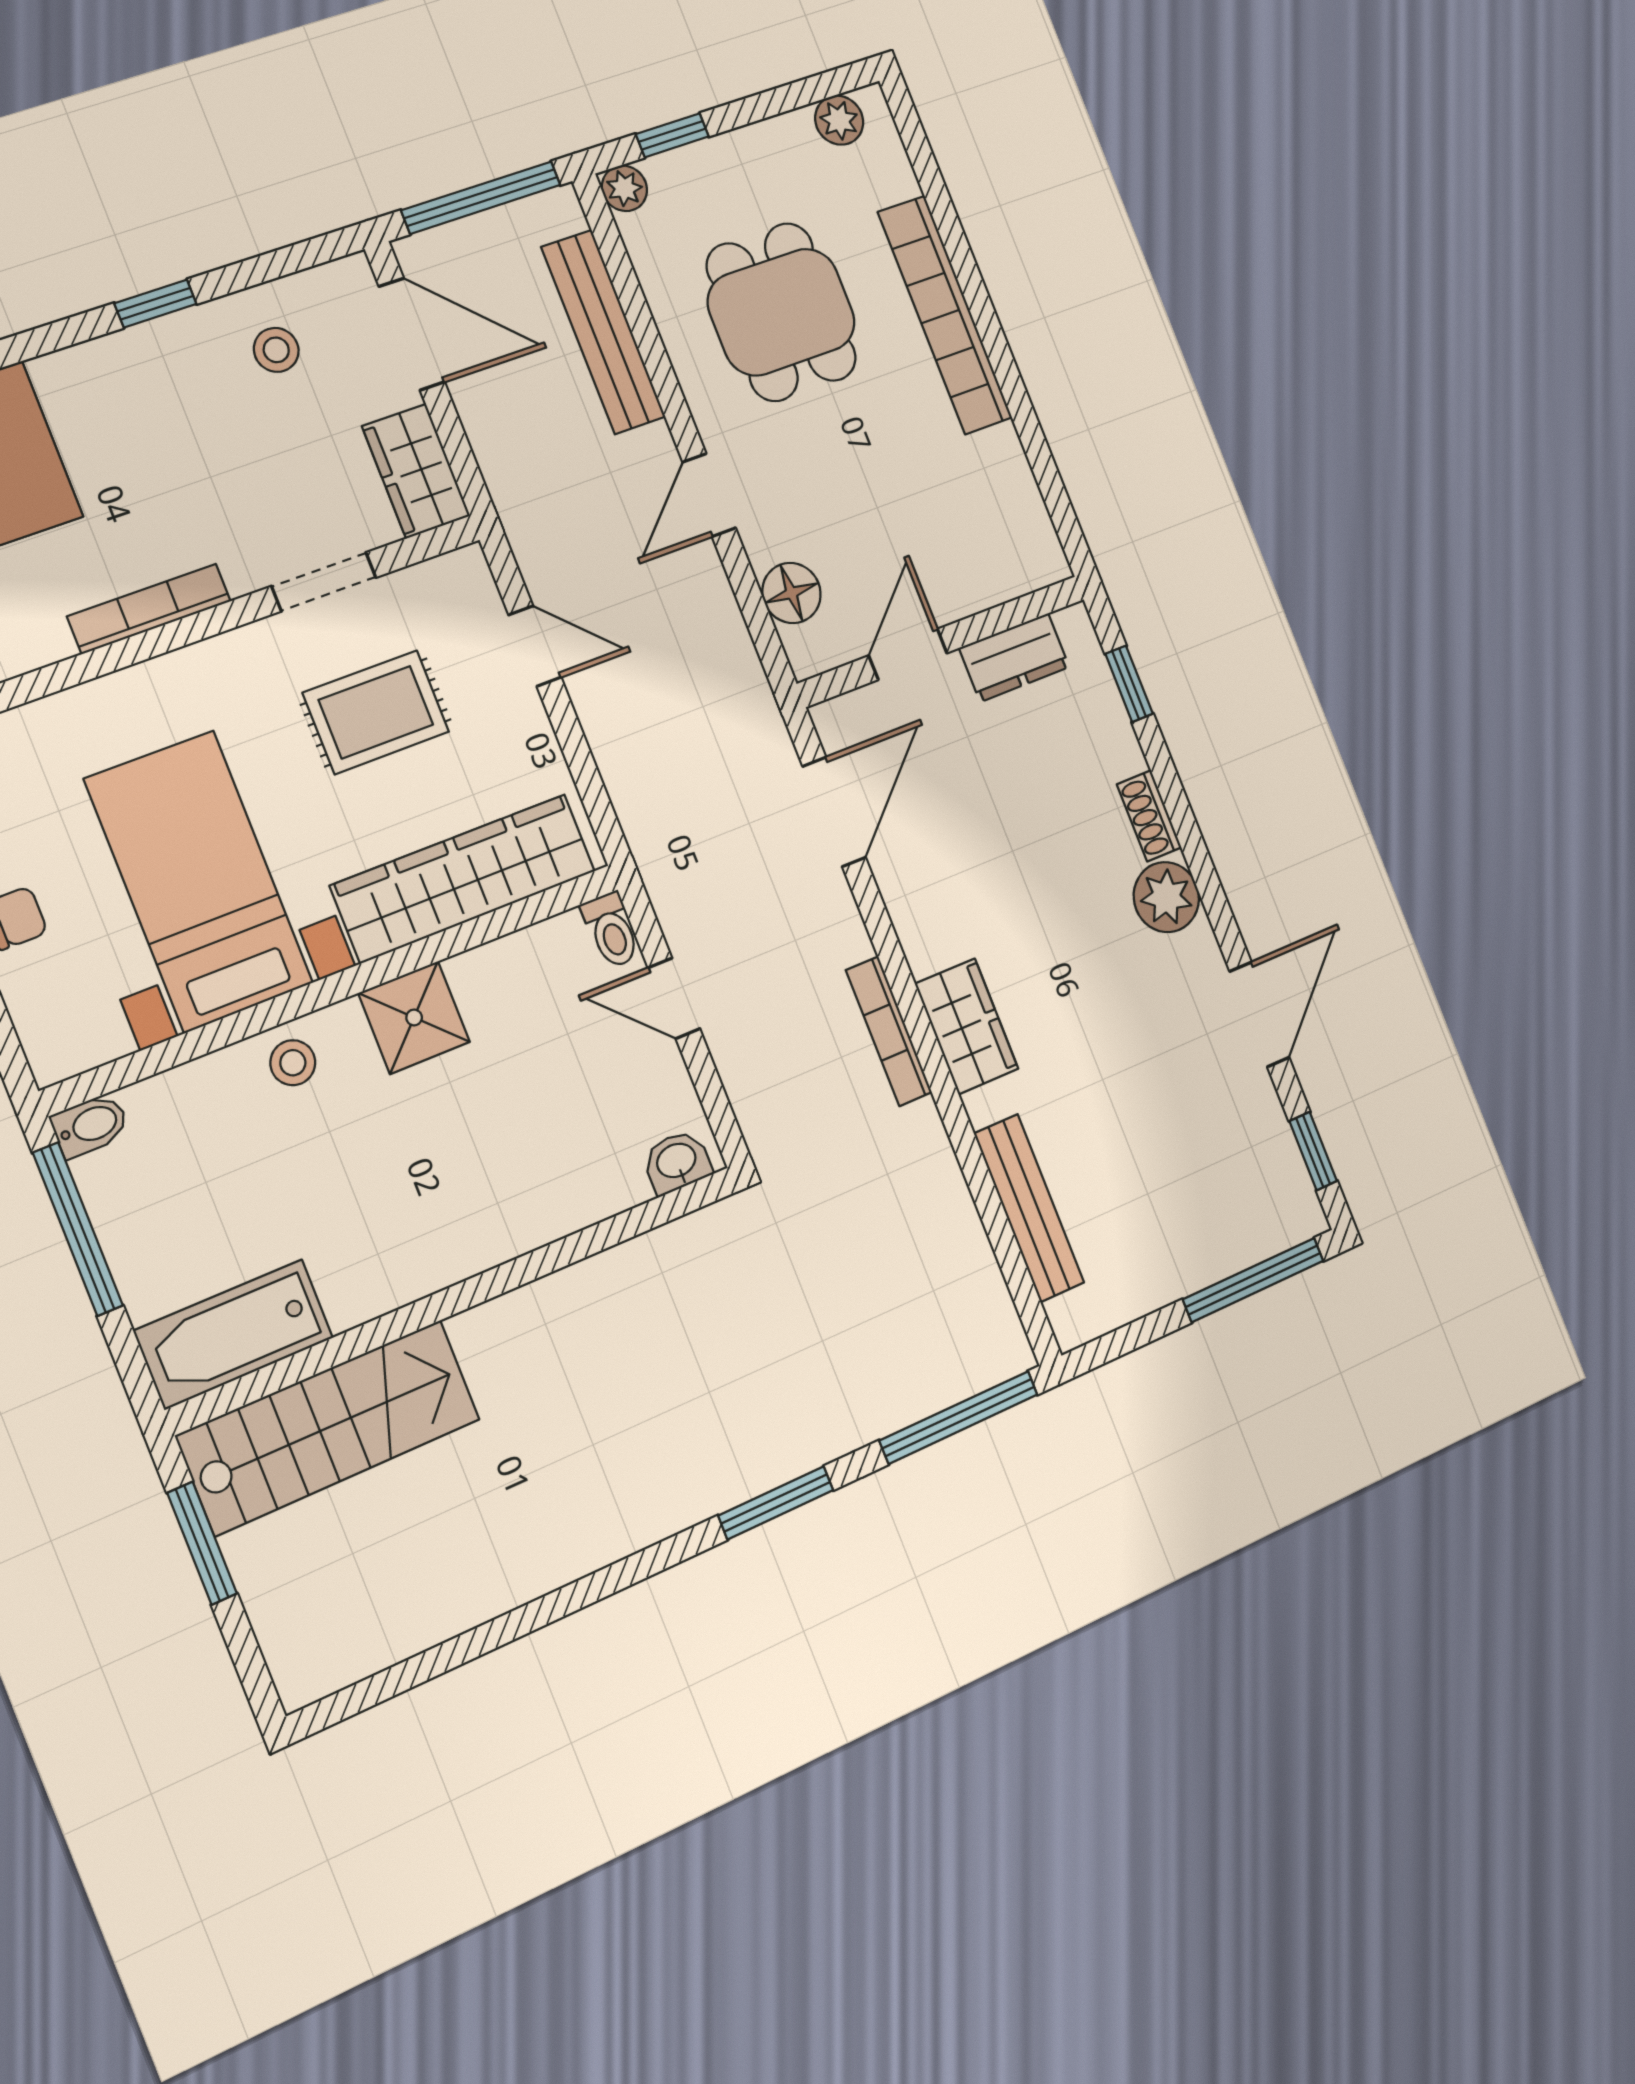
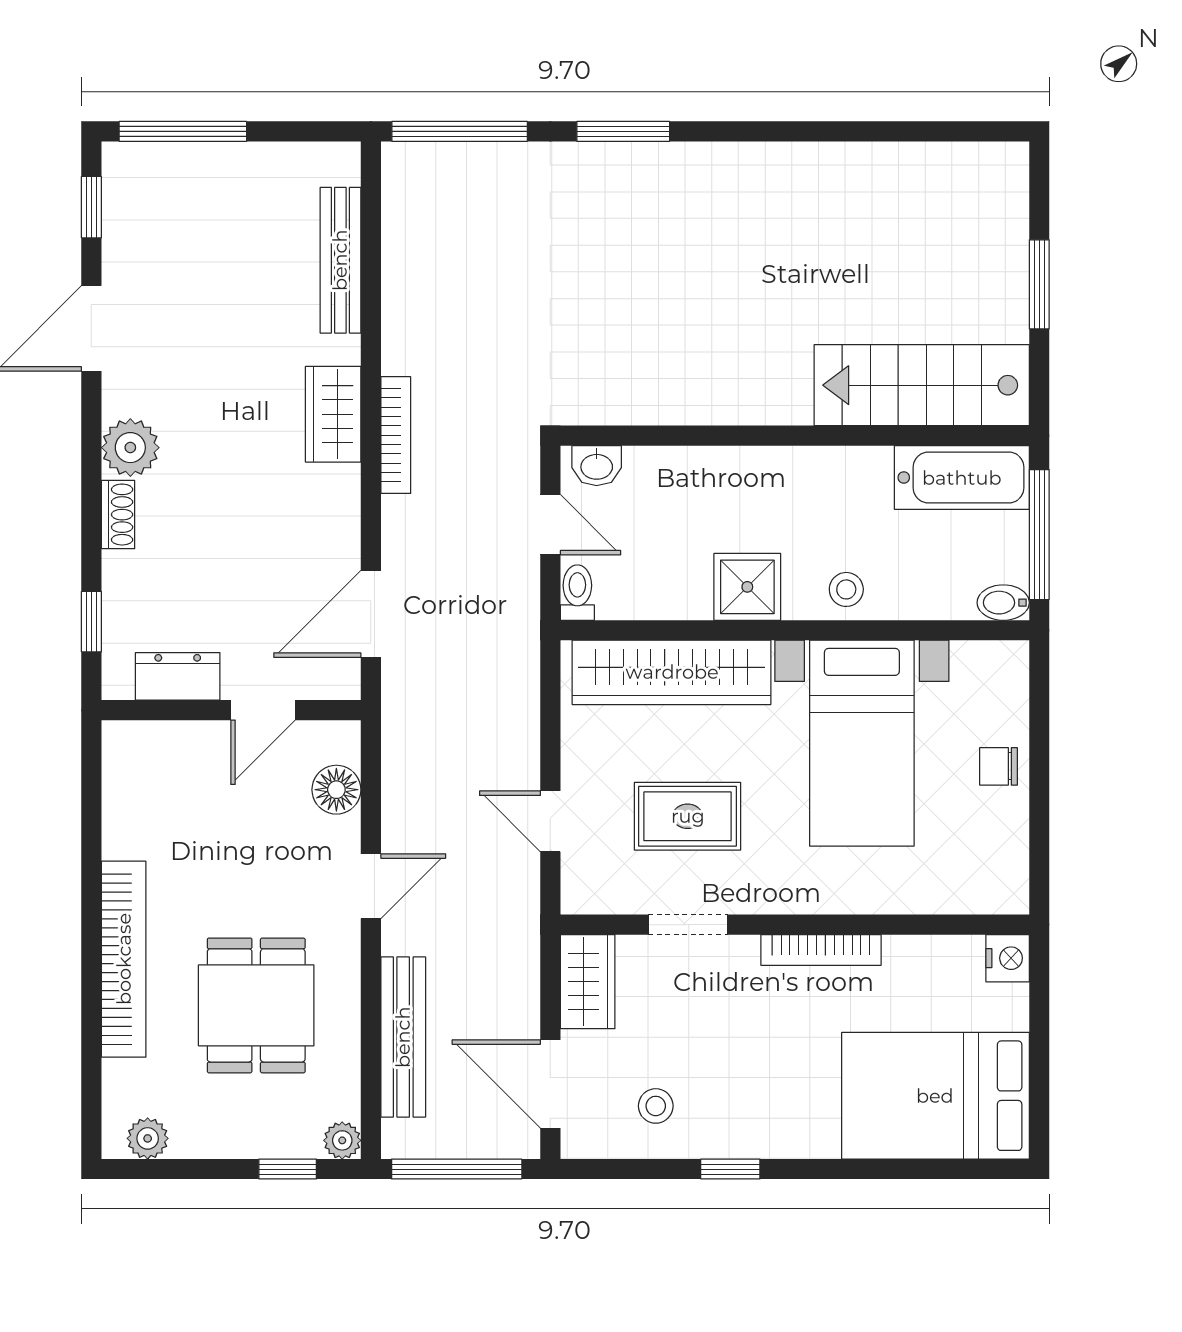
washbasin: (677, 1162) -> (597, 466), moved
wall: (459, 1298) -> (795, 436), moved
bathtub: (234, 1334) -> (962, 478), moved
stairs: (329, 1427) -> (922, 385), moved

